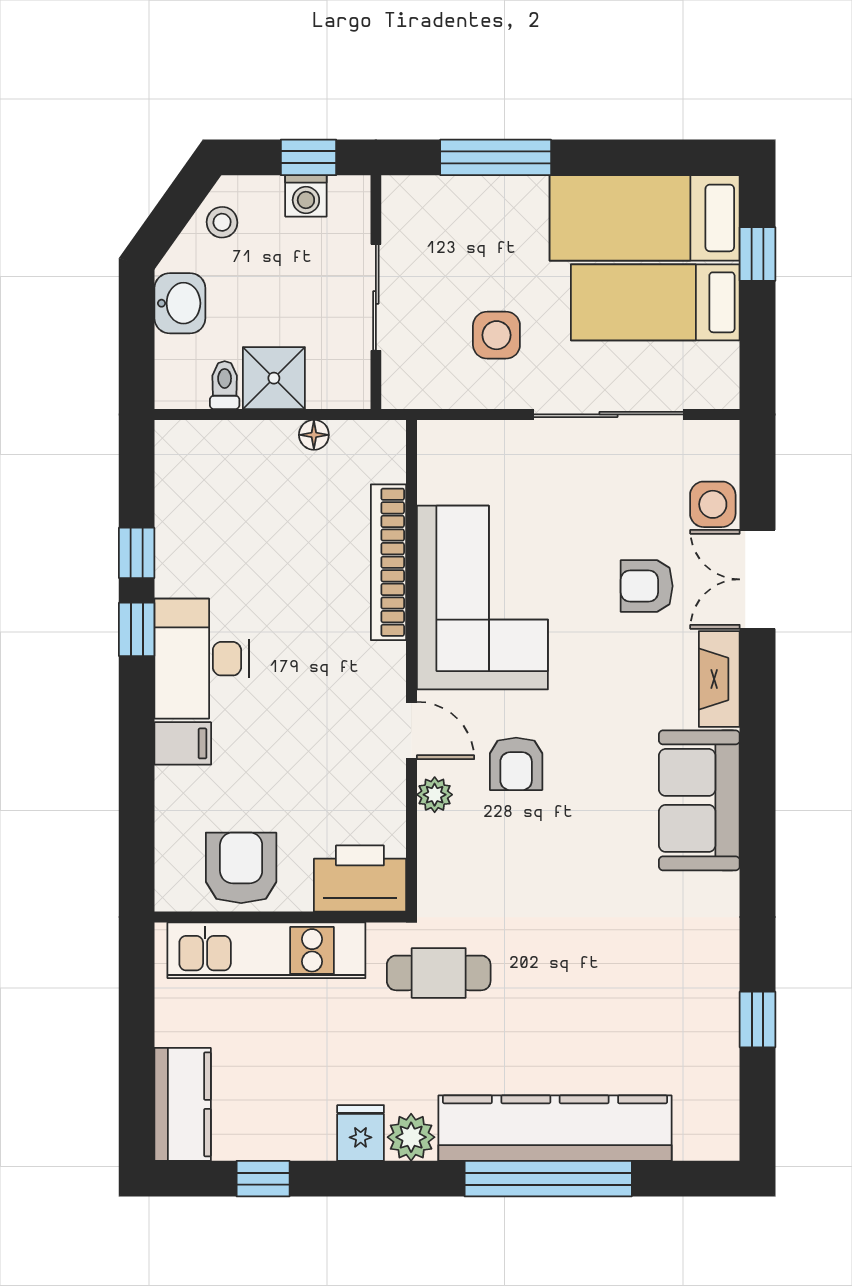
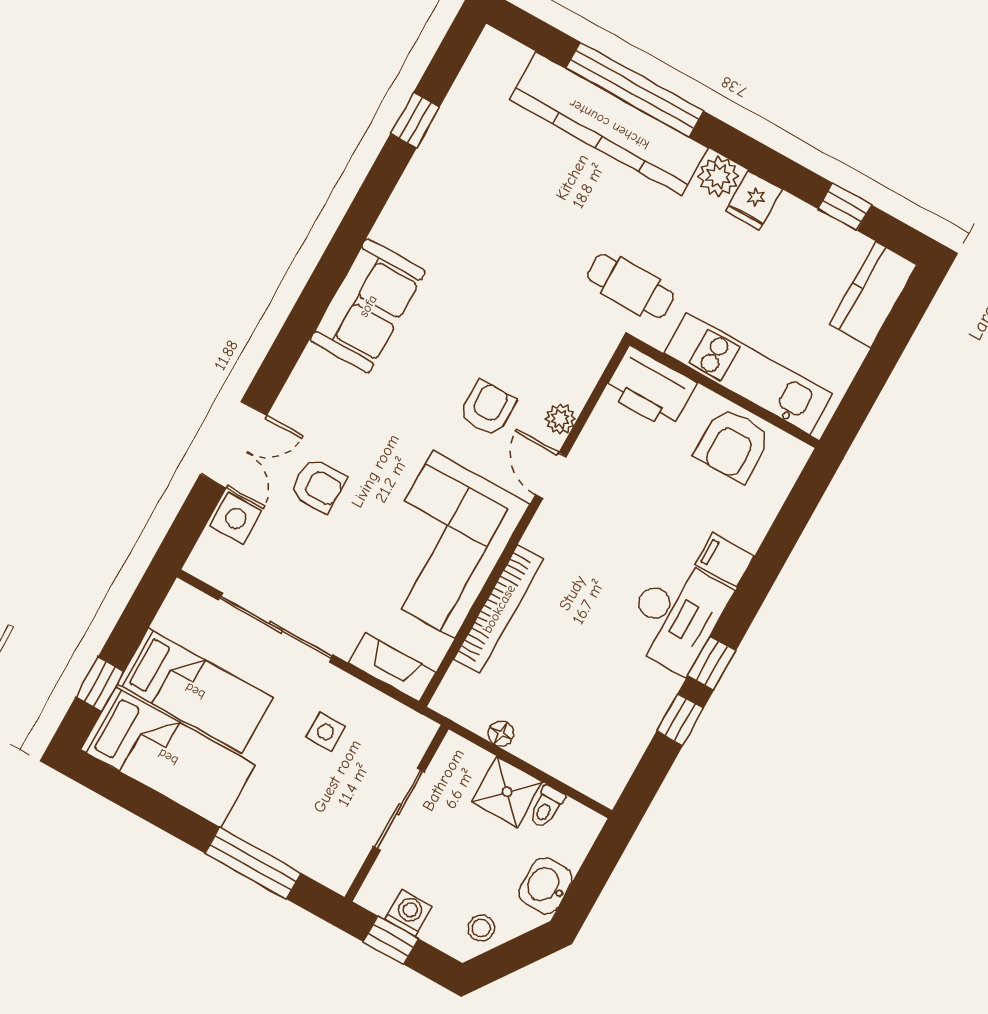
side table: (496, 335) -> (325, 732), width x0.73, depth x0.73
fireplace: (719, 679) -> (392, 668), moved, turned -90

